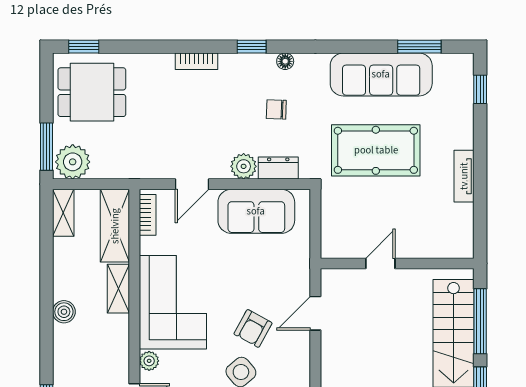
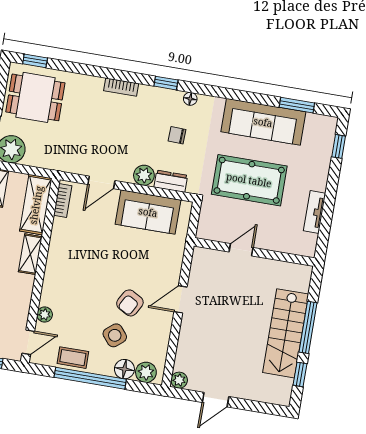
door: (380, 263) -> (241, 250), moved
wall: (397, 263) -> (254, 252), moved
corner sofa: (173, 302) -> (71, 272), removed

